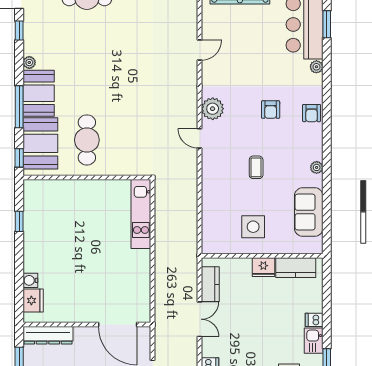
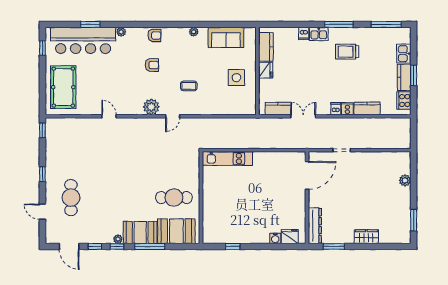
window: (19, 158) -> (117, 246), moved
coffee table: (256, 167) -> (189, 86), moved

